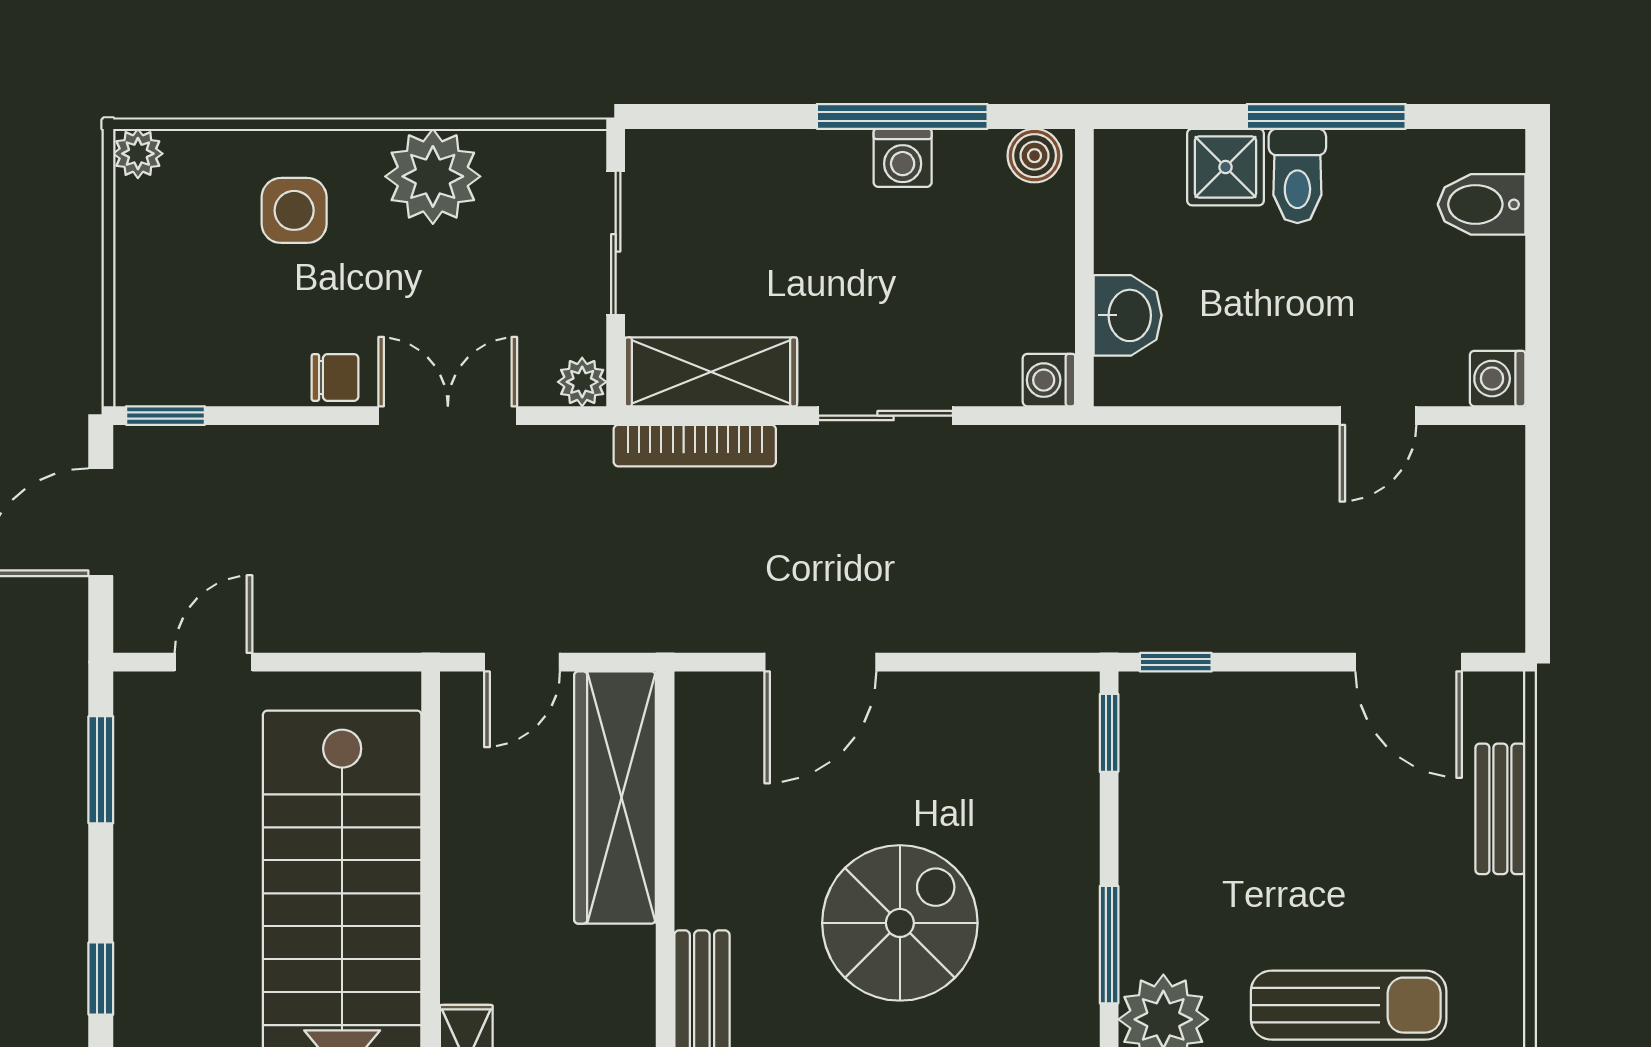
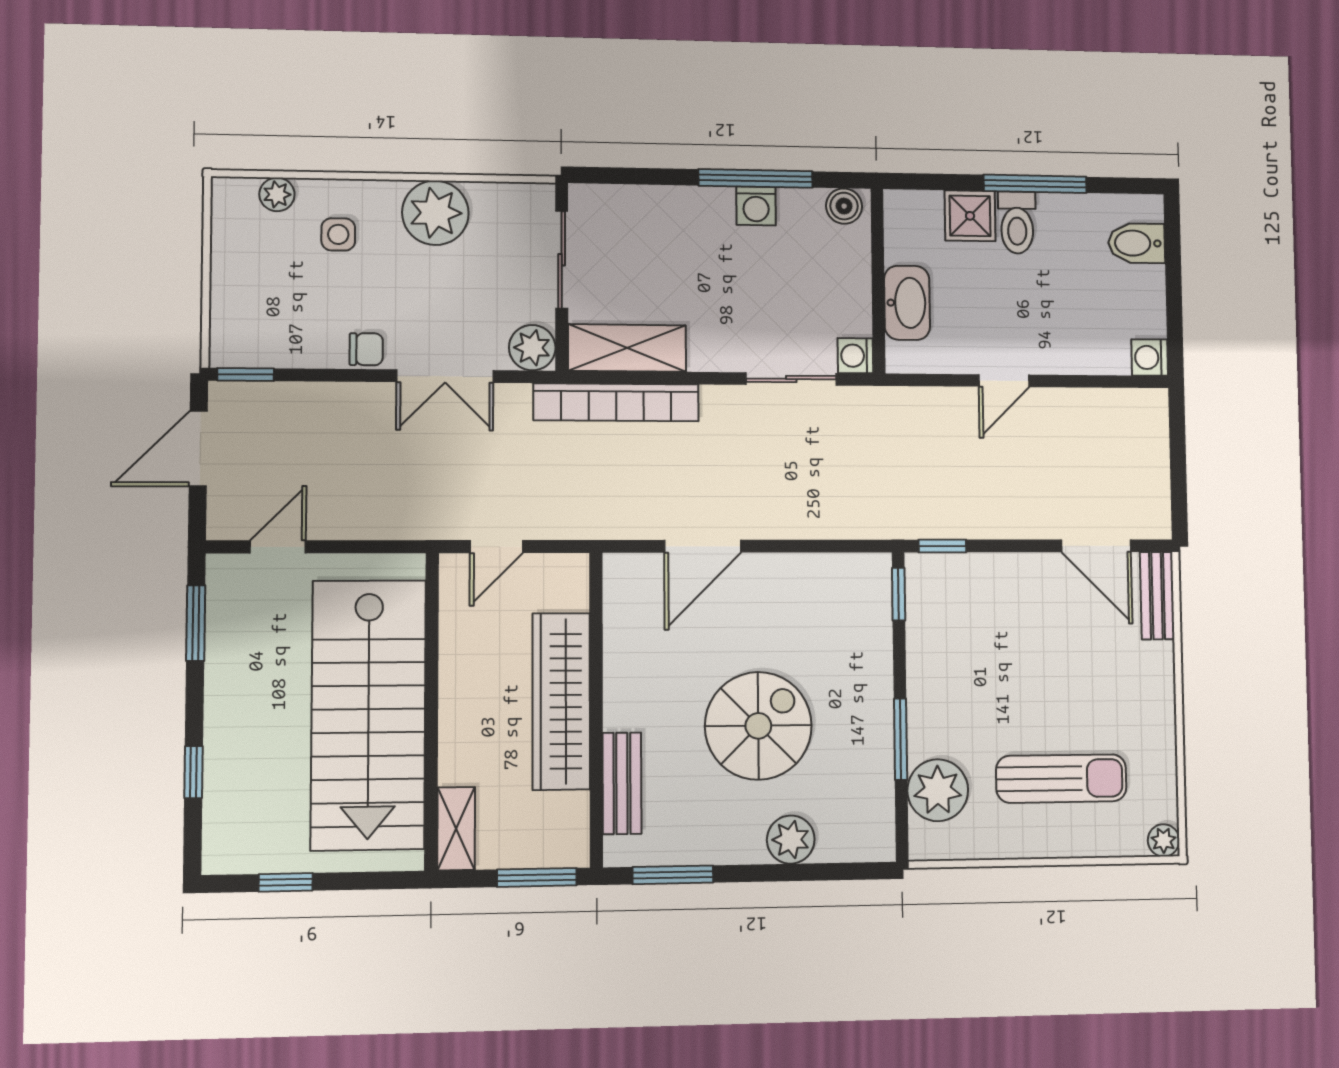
plant: (138, 154) -> (277, 194), moved
side table: (294, 210) -> (338, 234), width x0.73, depth x0.73
washbasin: (1128, 315) -> (907, 303), width x1.38
plant: (582, 382) -> (532, 348), width x1.38, depth x1.38
double door: (448, 416) -> (445, 376), swing flipped
sliding door: (886, 416) -> (791, 379), moved
door: (1378, 416) -> (1004, 381), moved
bookcase: (695, 446) -> (616, 402), width x1.48, depth x1.31
wardrobe: (615, 798) -> (561, 701), moved
bench: (1500, 809) -> (1157, 596), moved

